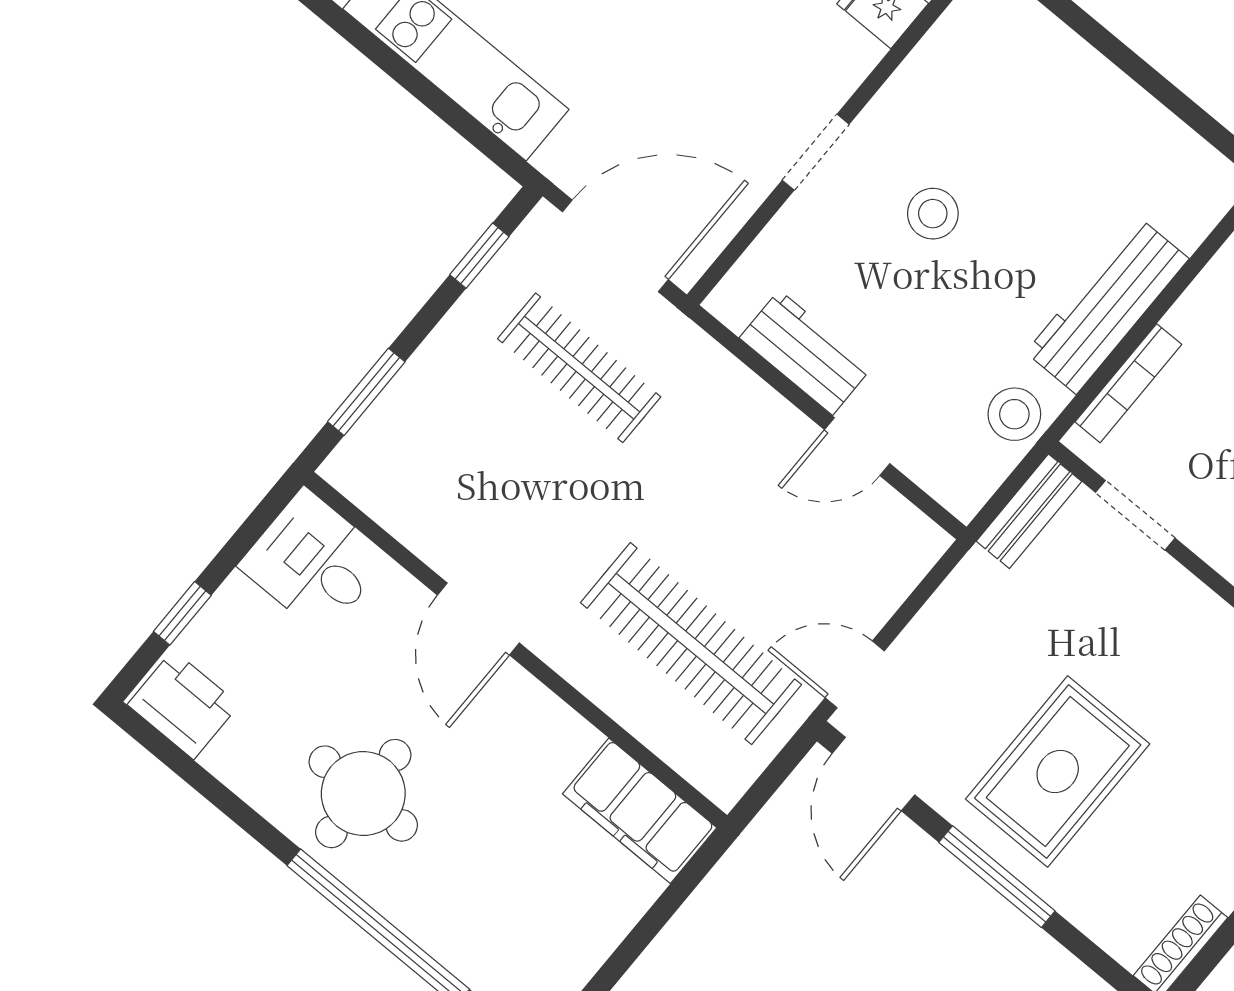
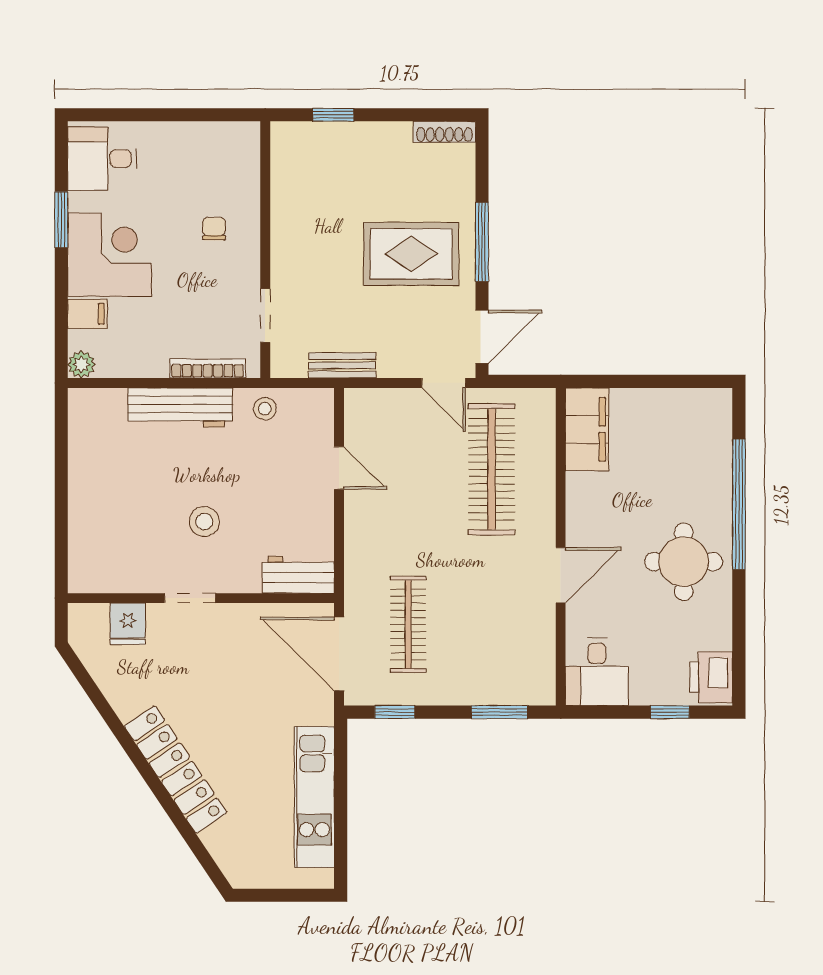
doorway: (816, 152) -> (190, 598), moved
workbench: (806, 353) -> (298, 575), moved, turned 90
stool: (1014, 414) -> (265, 409), width x0.73, depth x0.73
bench: (1029, 511) -> (342, 365), moved

